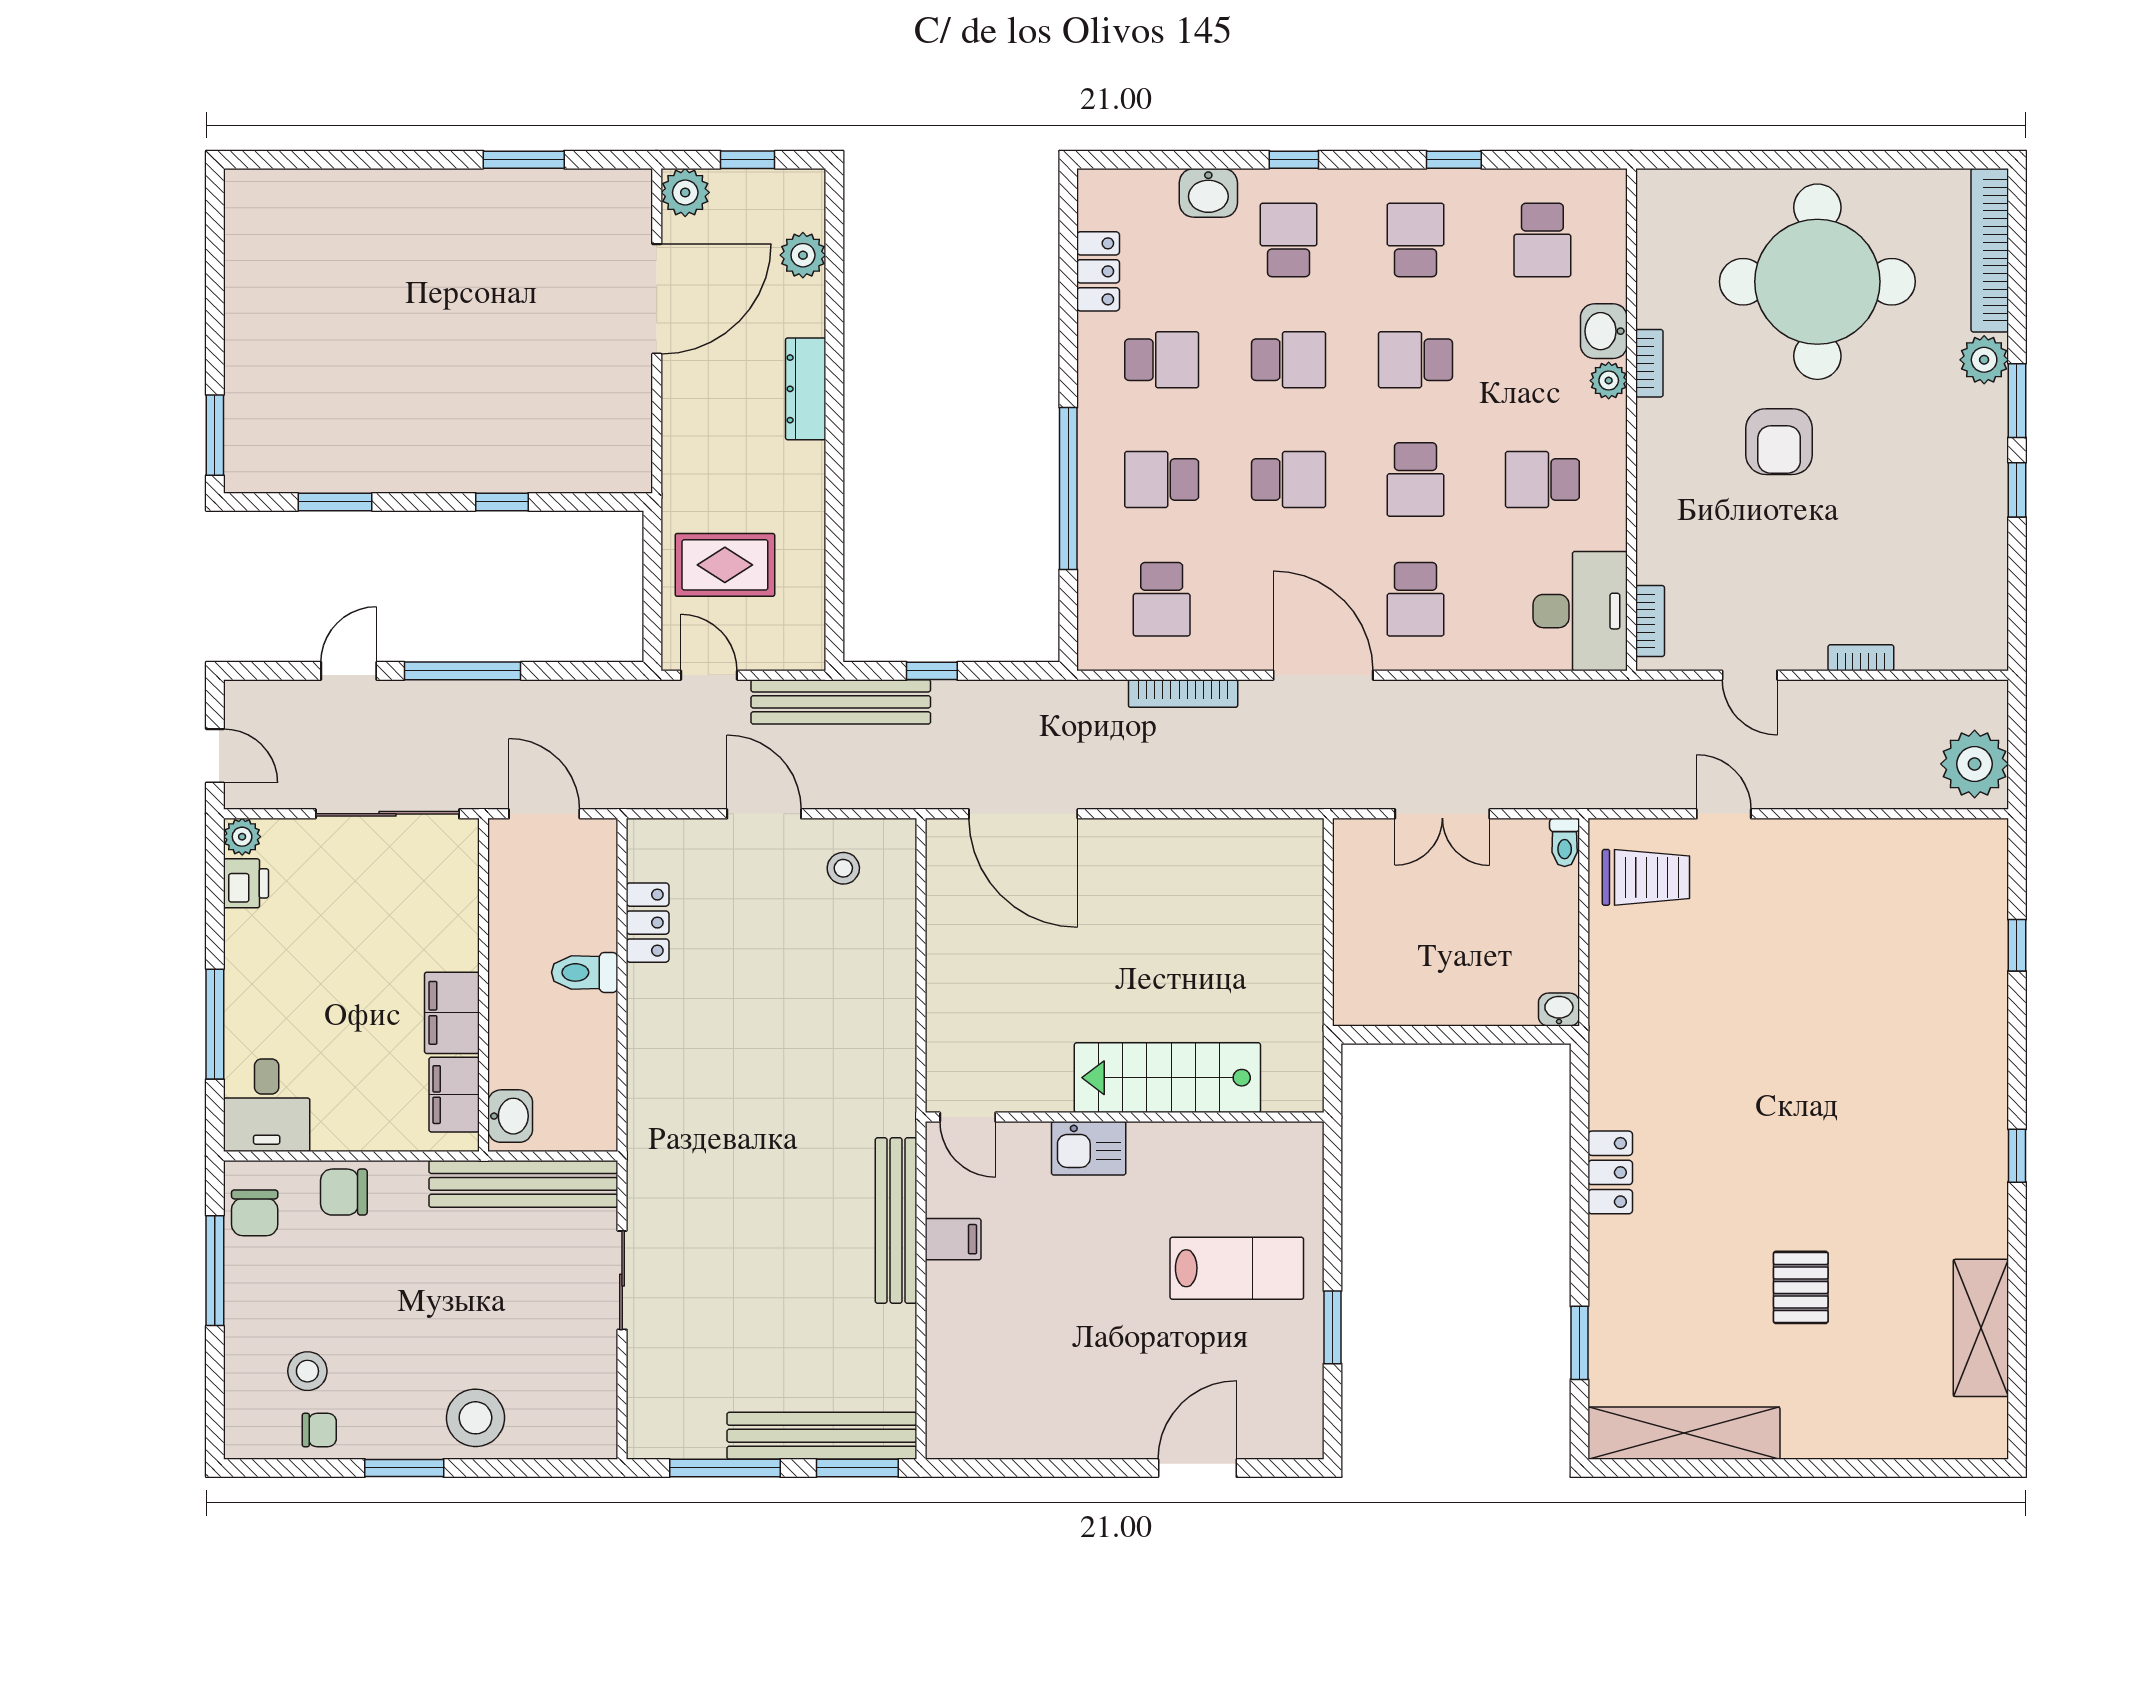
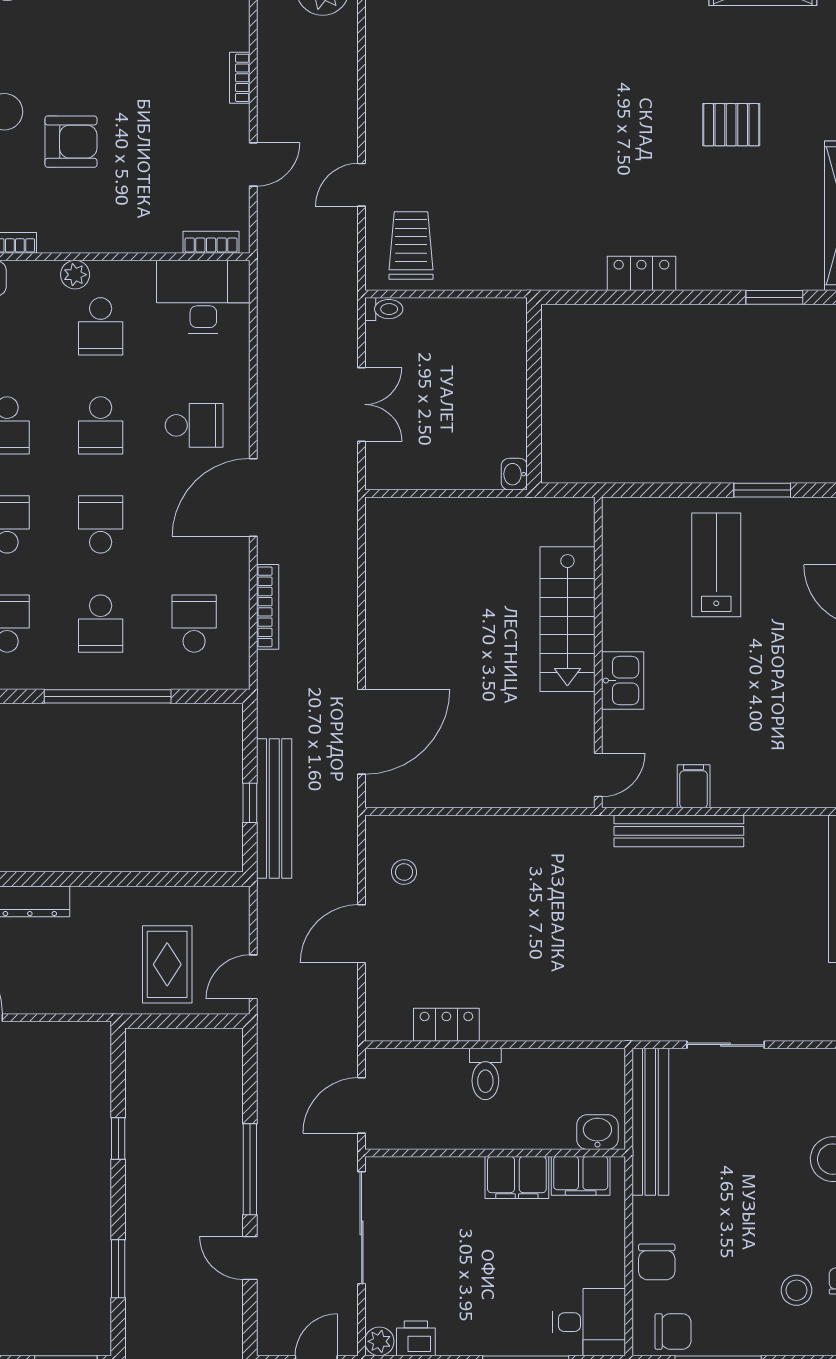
plant: (1609, 381) -> (75, 275), moved
school desk: (1415, 479) -> (101, 425), turned 90
school desk: (1162, 599) -> (194, 624), turned -90
bench: (841, 702) -> (274, 809), moved
washbasin: (1559, 1010) -> (514, 474), moved

